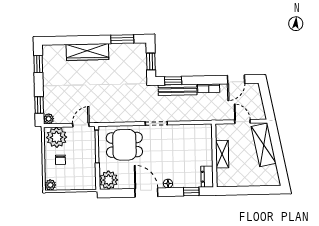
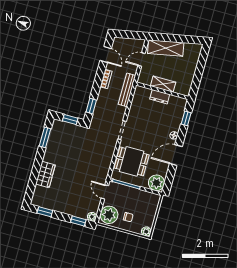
wardrobe: (87, 52) -> (45, 175), width x0.67
bench: (178, 90) -> (127, 90), moved
dining table: (124, 145) -> (132, 161), turned 90
dresser: (207, 177) -> (160, 97), moved

